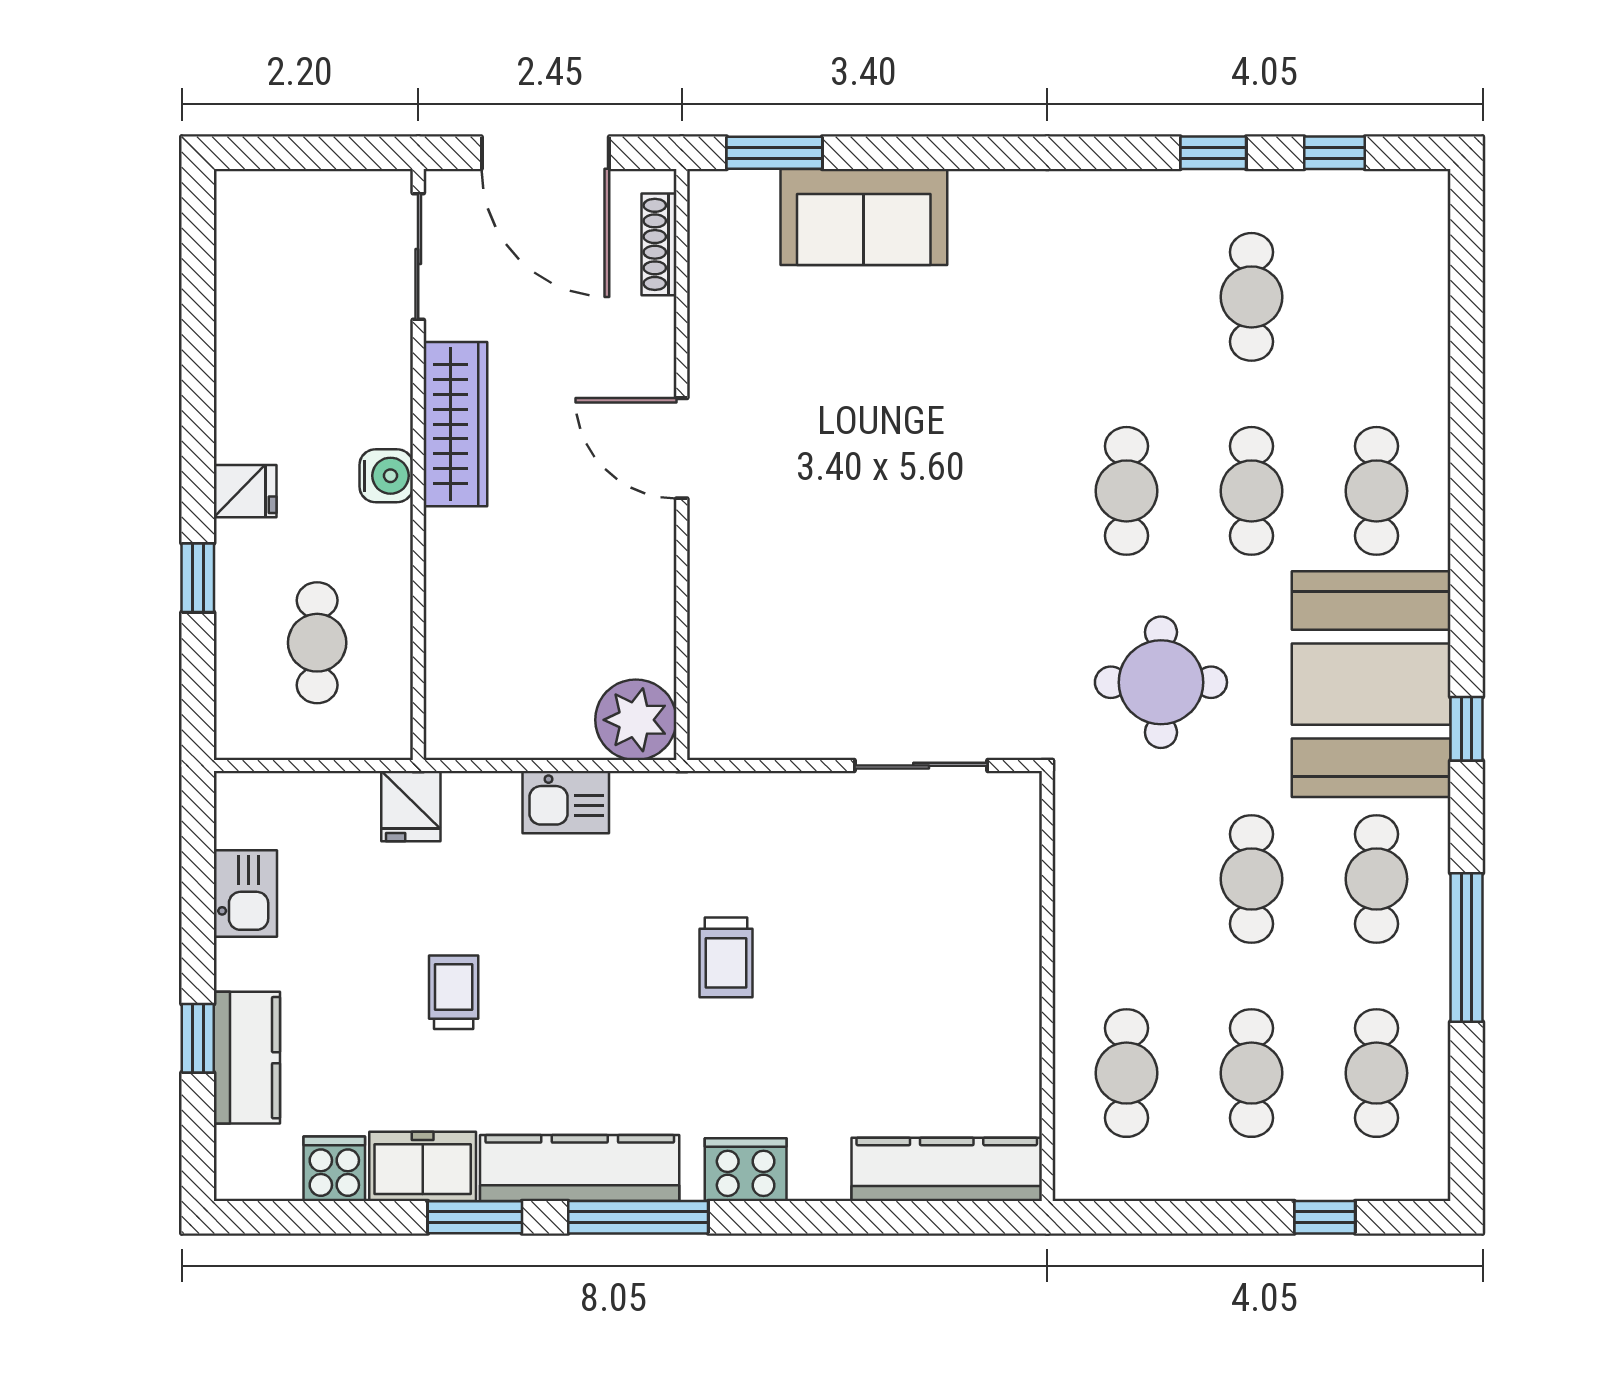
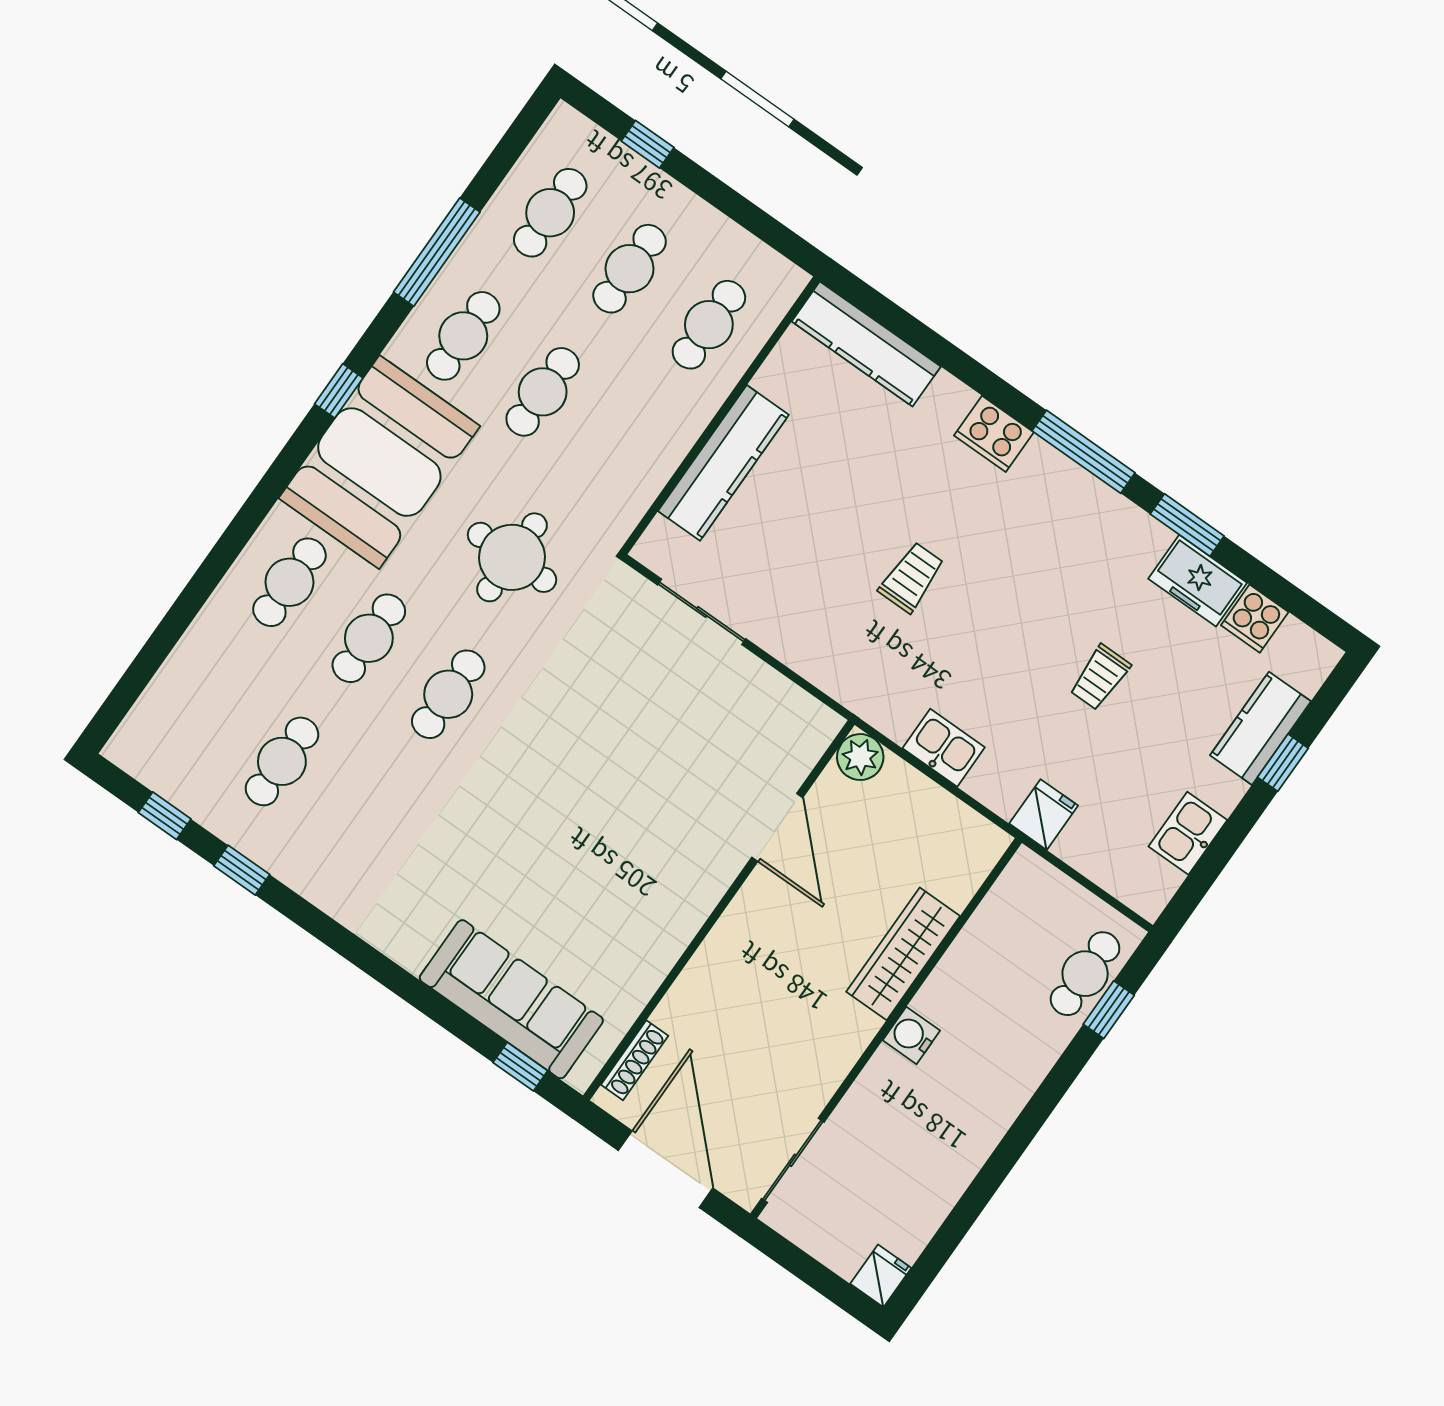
window: (774, 153) -> (520, 1067), width x0.67
sofa: (864, 217) -> (511, 999), width x1.36
wardrobe: (455, 424) -> (903, 954), moved
door: (682, 448) -> (777, 827), moved
fridge: (245, 491) -> (881, 1276), moved, turned 90
window: (198, 578) -> (1109, 1010), moved
cafe table: (317, 643) -> (1085, 974), moved
plant: (636, 720) -> (860, 757), width x0.73, depth x0.73
kitchen counter: (580, 1168) -> (723, 463), moved, turned -90

